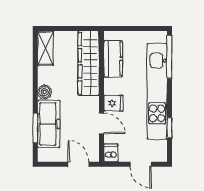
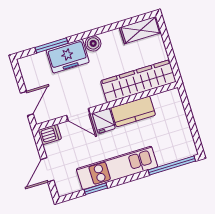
kitchen counter: (113, 59) -> (133, 111), moved
kitchen unit: (157, 91) -> (117, 168), width x0.73
door: (102, 123) -> (78, 115), hinge flipped
freezer: (49, 124) -> (68, 56), width x0.71

